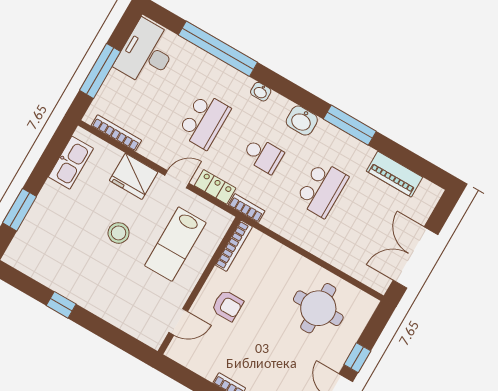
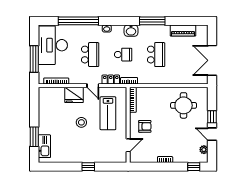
desk: (147, 53) -> (53, 45), width x1.36, depth x1.30
kitchen sink: (71, 163) -> (44, 146), moved
door: (177, 179) -> (93, 86), swing flipped
window: (61, 305) -> (88, 167), moved

